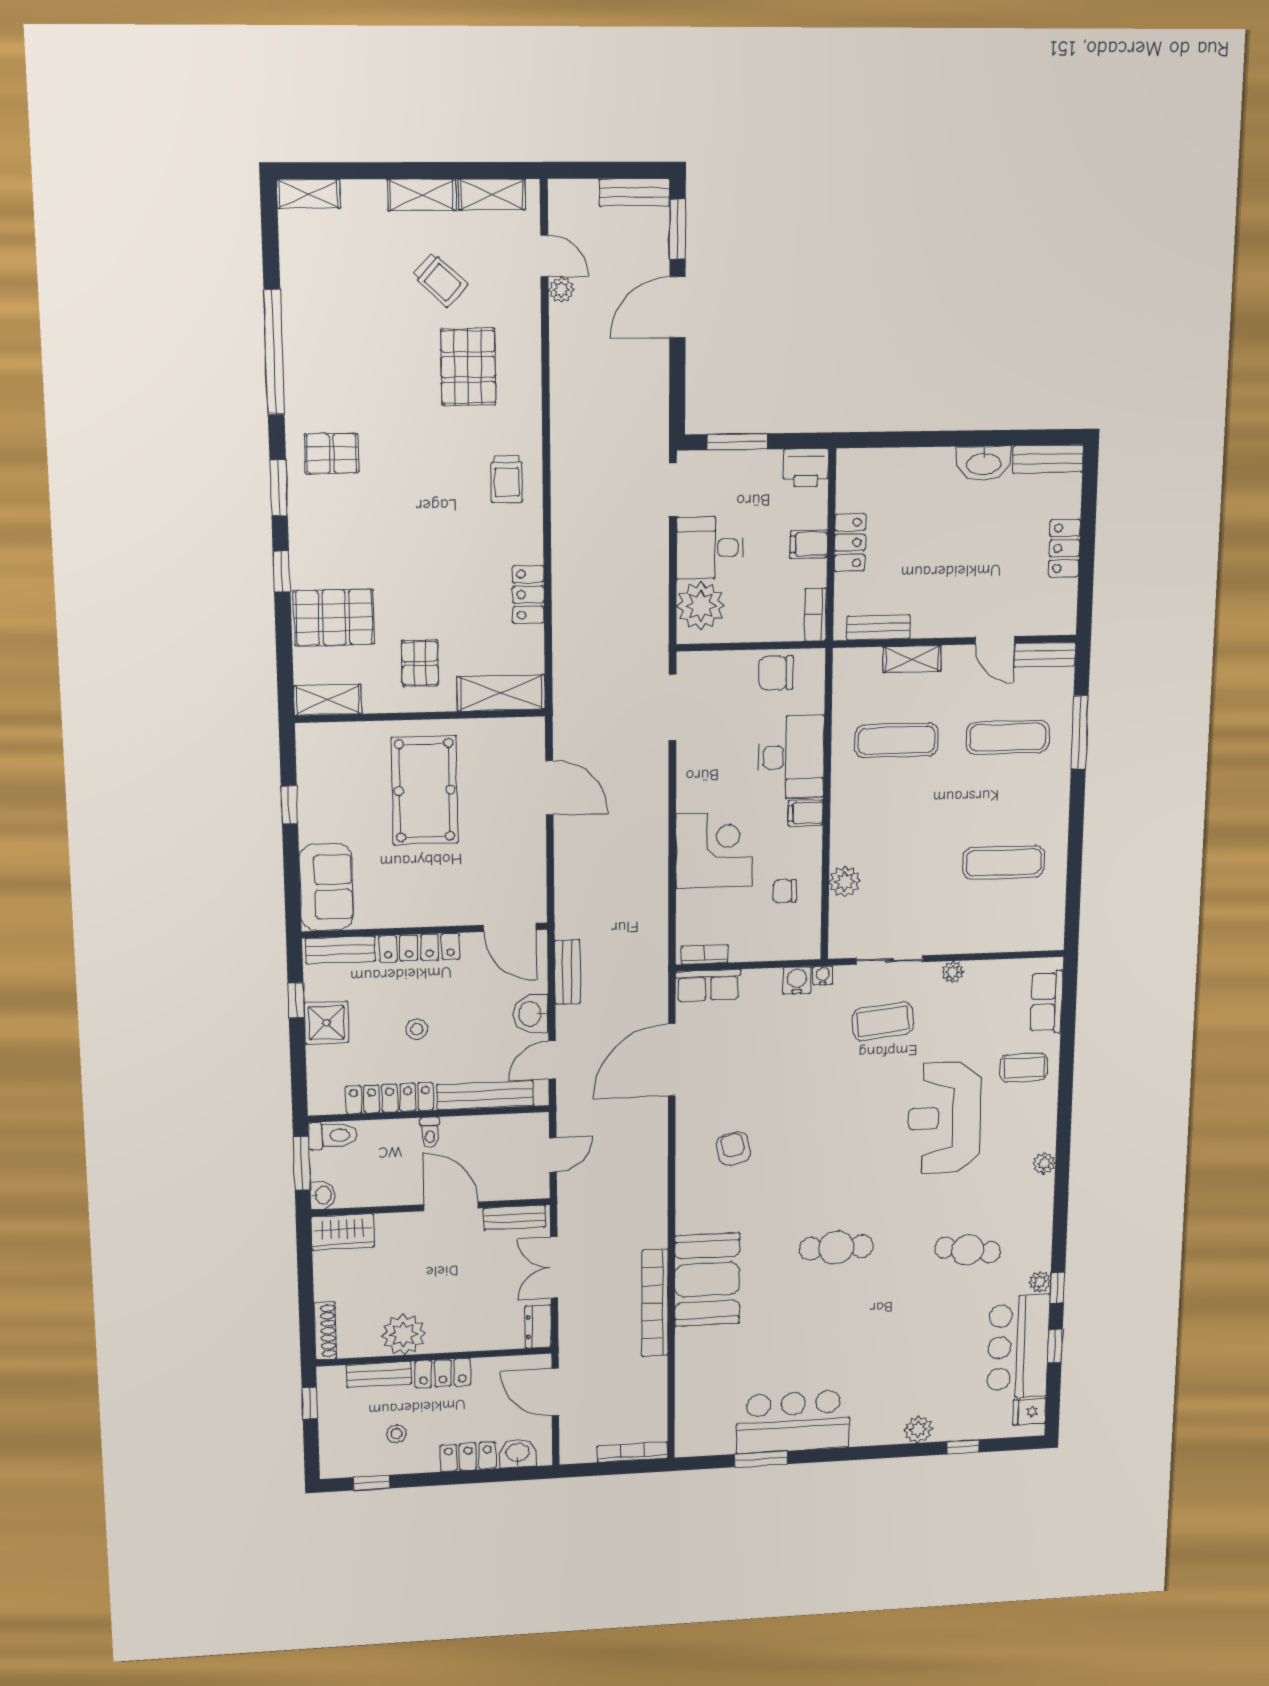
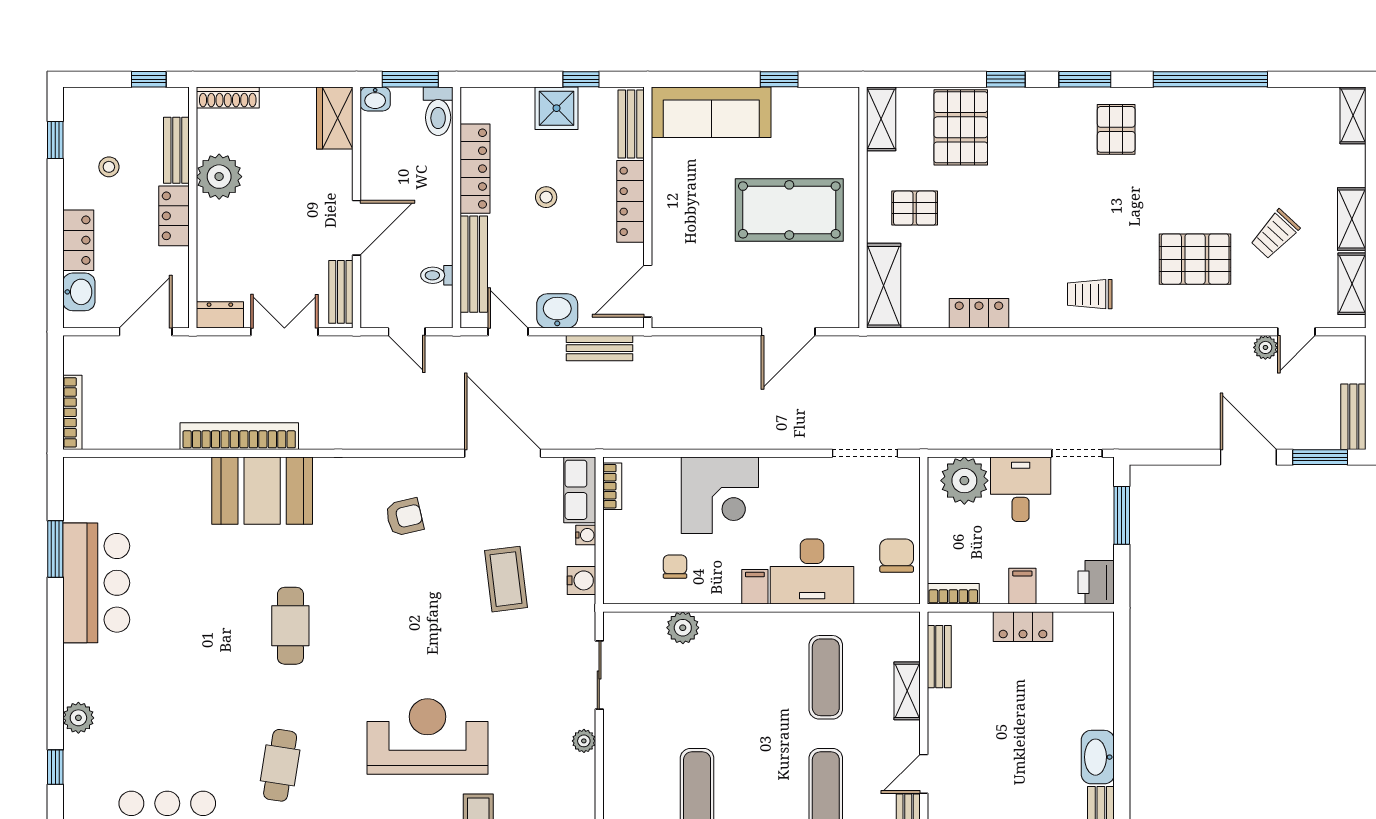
sofa: (326, 887) -> (711, 112), width x1.36
water cooler: (823, 975) -> (586, 535), moved
coffee table: (883, 1021) -> (506, 579), moved
toilet: (430, 1132) -> (437, 275), moved

